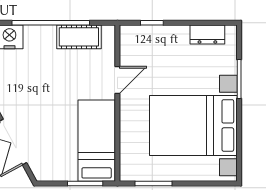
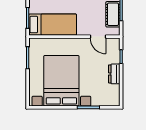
dresser: (207, 34) -> (114, 74), moved
door: (117, 80) -> (98, 37), moved

